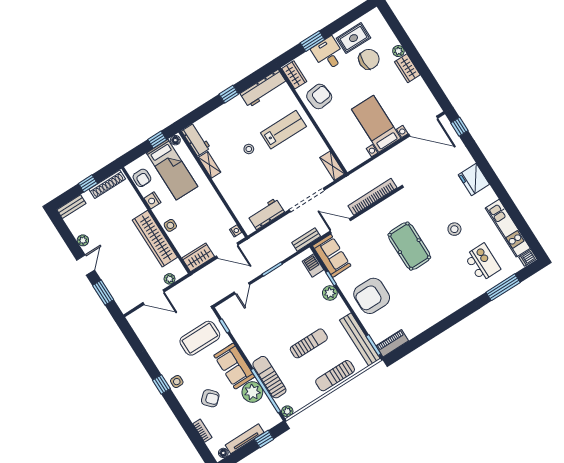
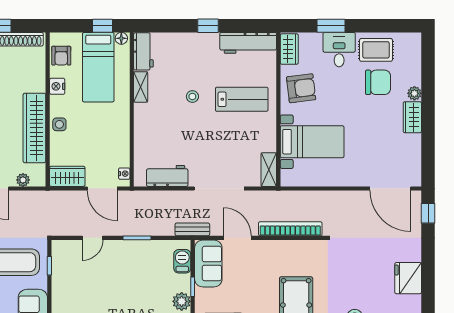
bed with nightstands: (376, 124) -> (312, 142), moved, turned 90

